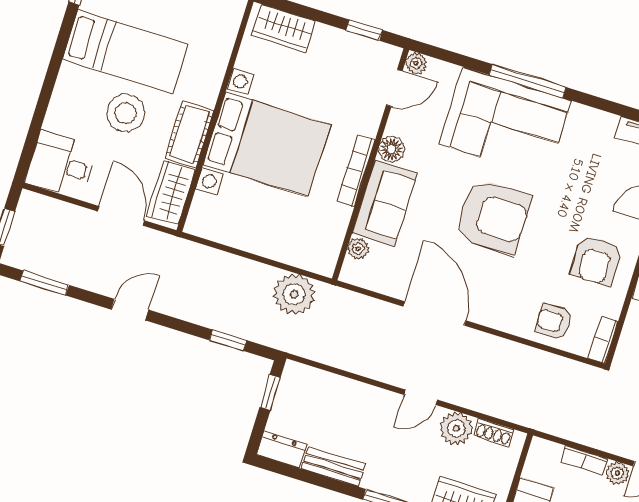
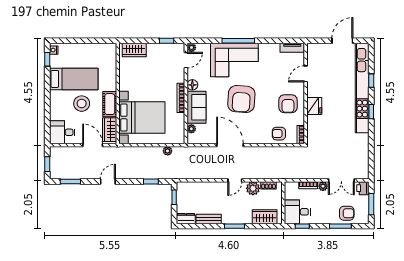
bed with nightstands: (267, 144) -> (142, 118), moved
armchair: (493, 216) -> (241, 99), turned 94
plant: (294, 294) -> (168, 151), width x0.53, depth x0.53

